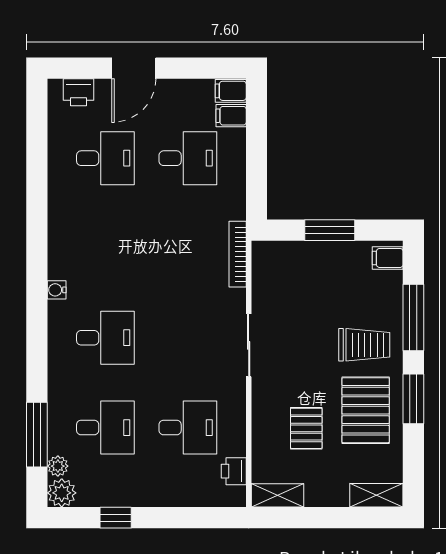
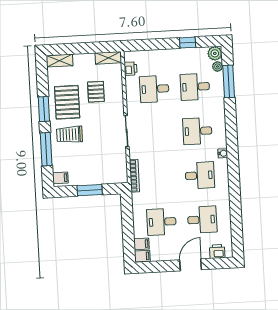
desk: (105, 158) -> (202, 220), turned 180
desk: (105, 248) -> (200, 175), added

